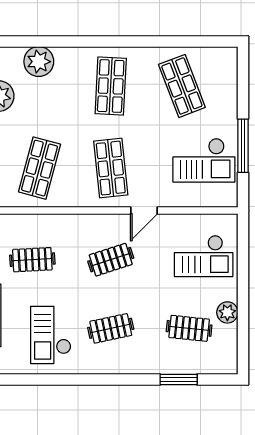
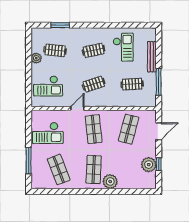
plant: (39, 62) -> (110, 182), moved
window: (243, 146) -> (29, 161), moved
checkout: (204, 160) -> (48, 133), turned 180
checkout: (204, 256) -> (48, 86), turned 180

